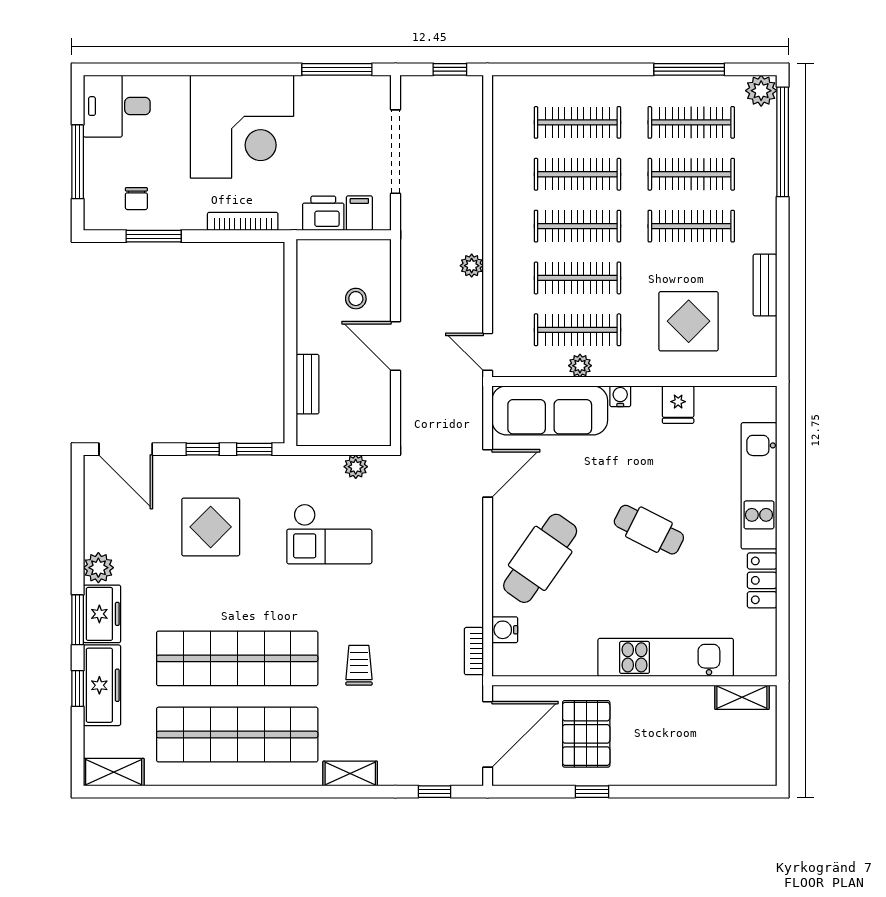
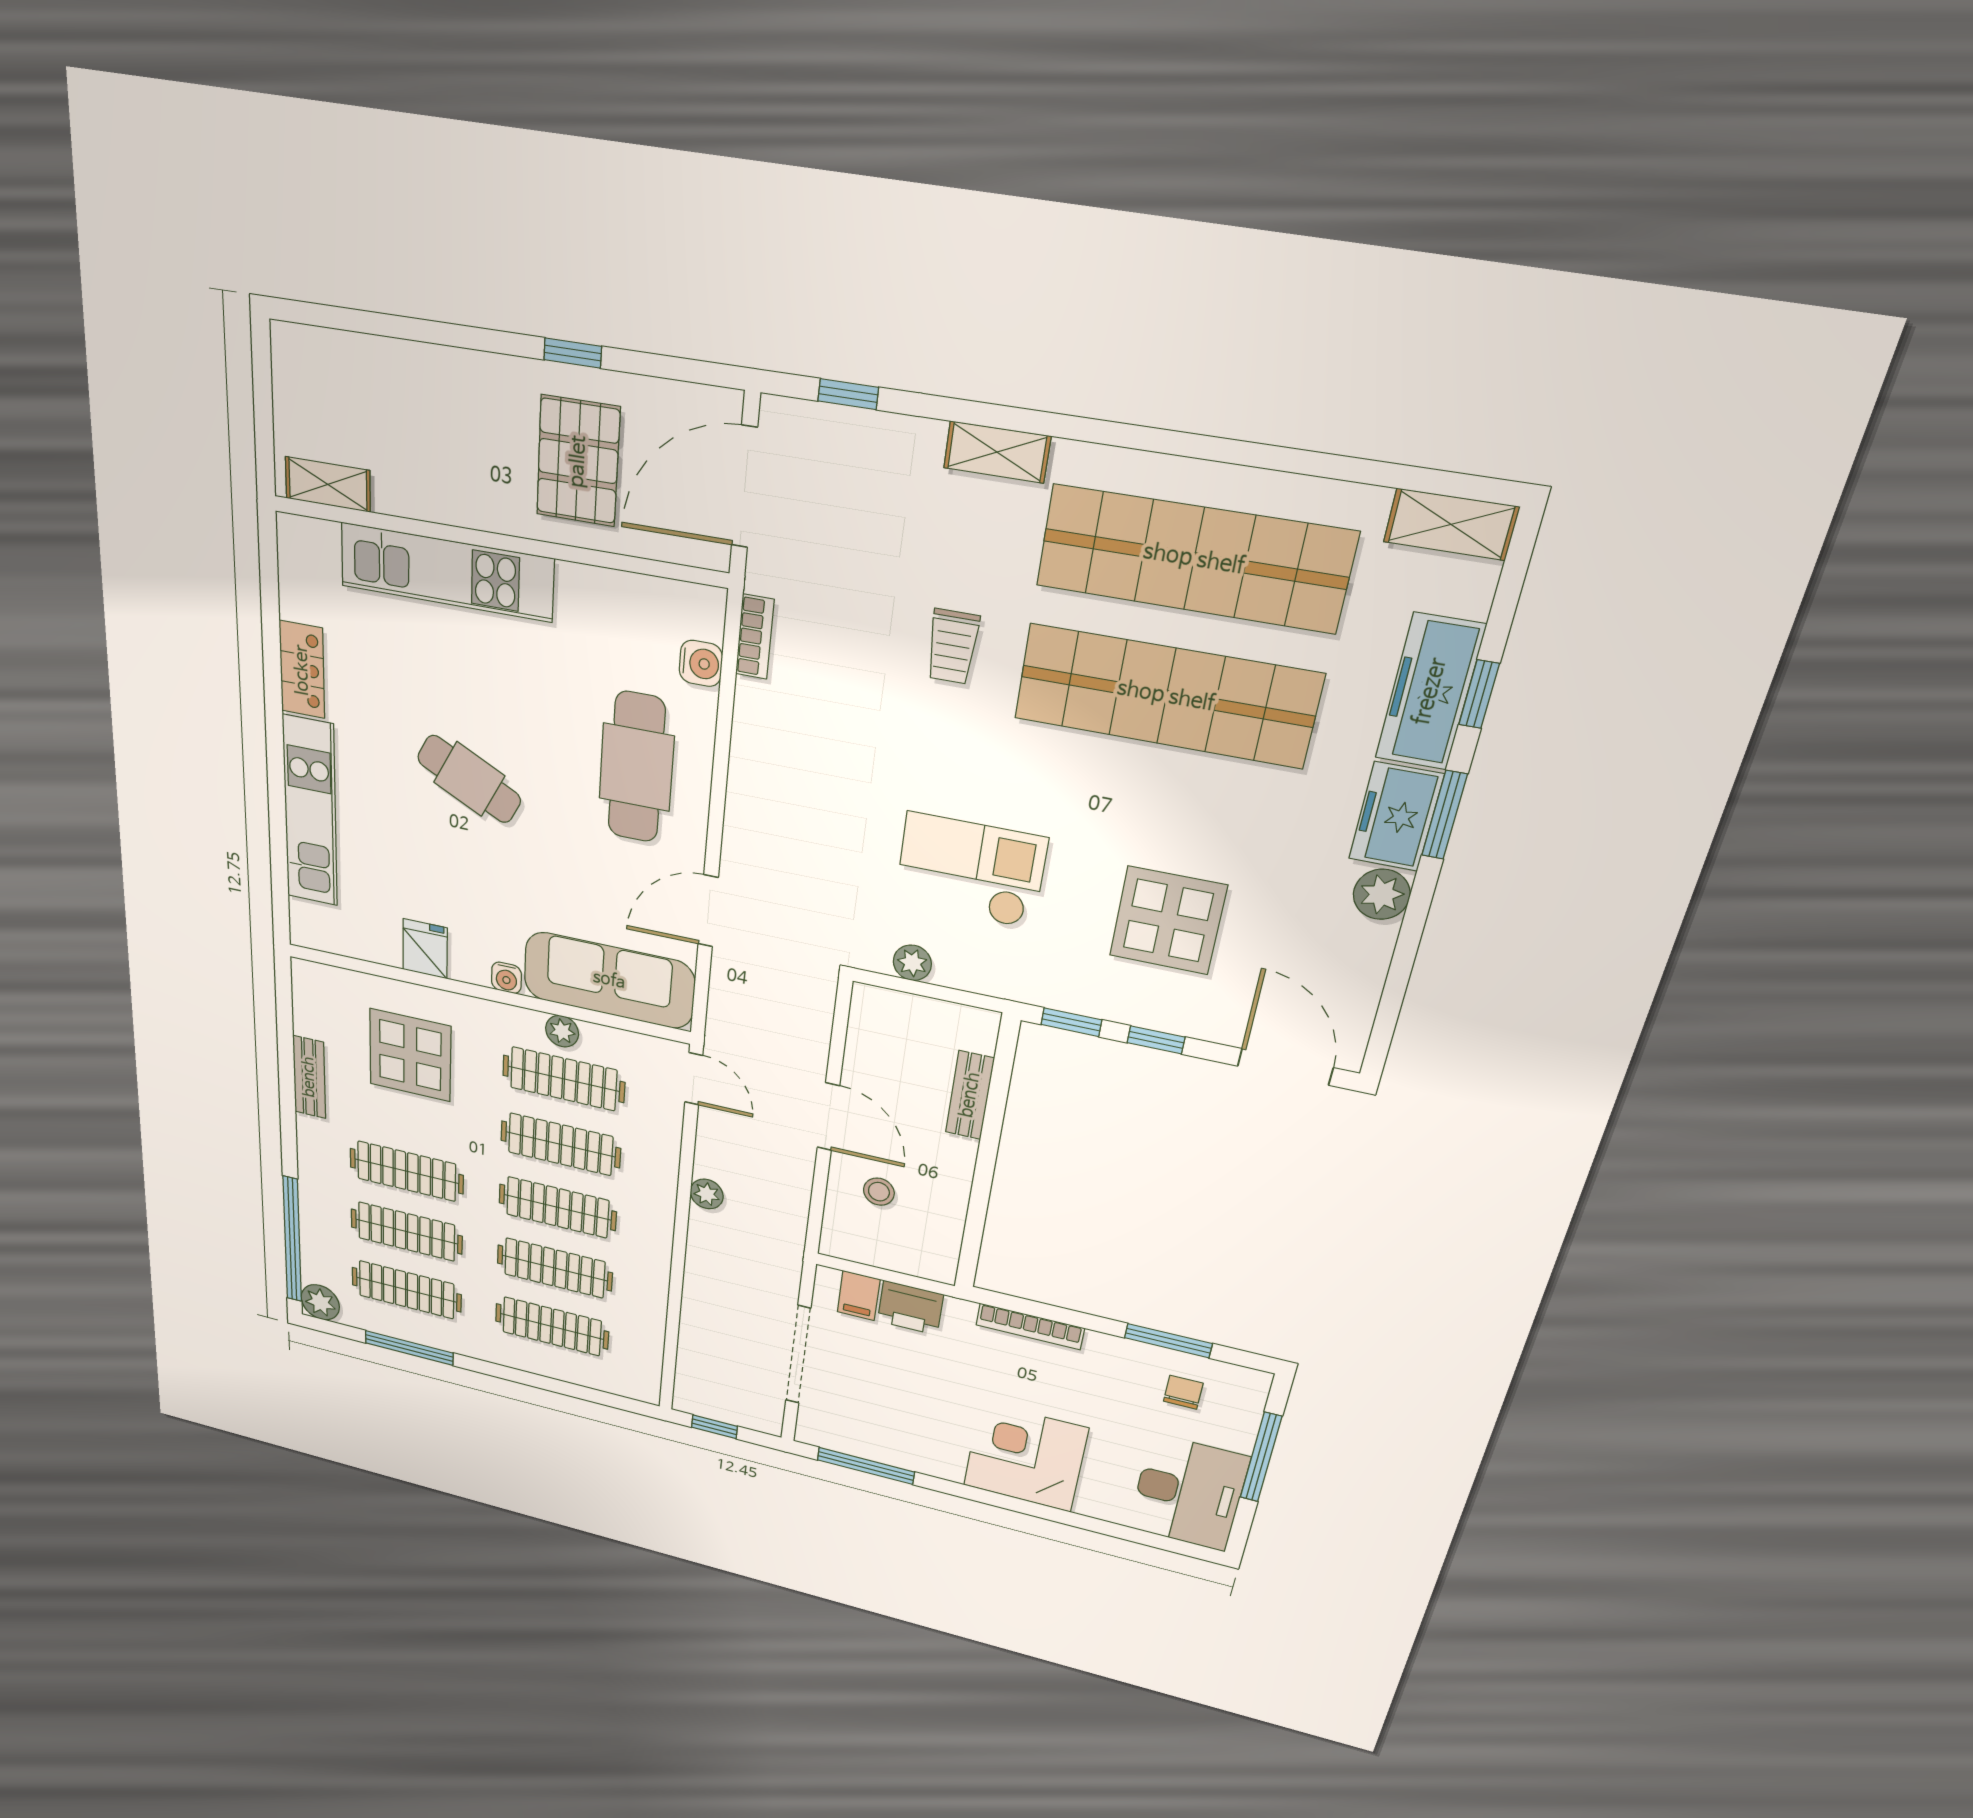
desk: (117, 106) -> (1188, 1493), width x1.37
corner desk: (242, 127) -> (1025, 1457), width x0.74, depth x0.74
cafe table: (540, 558) -> (636, 767), turned -35

